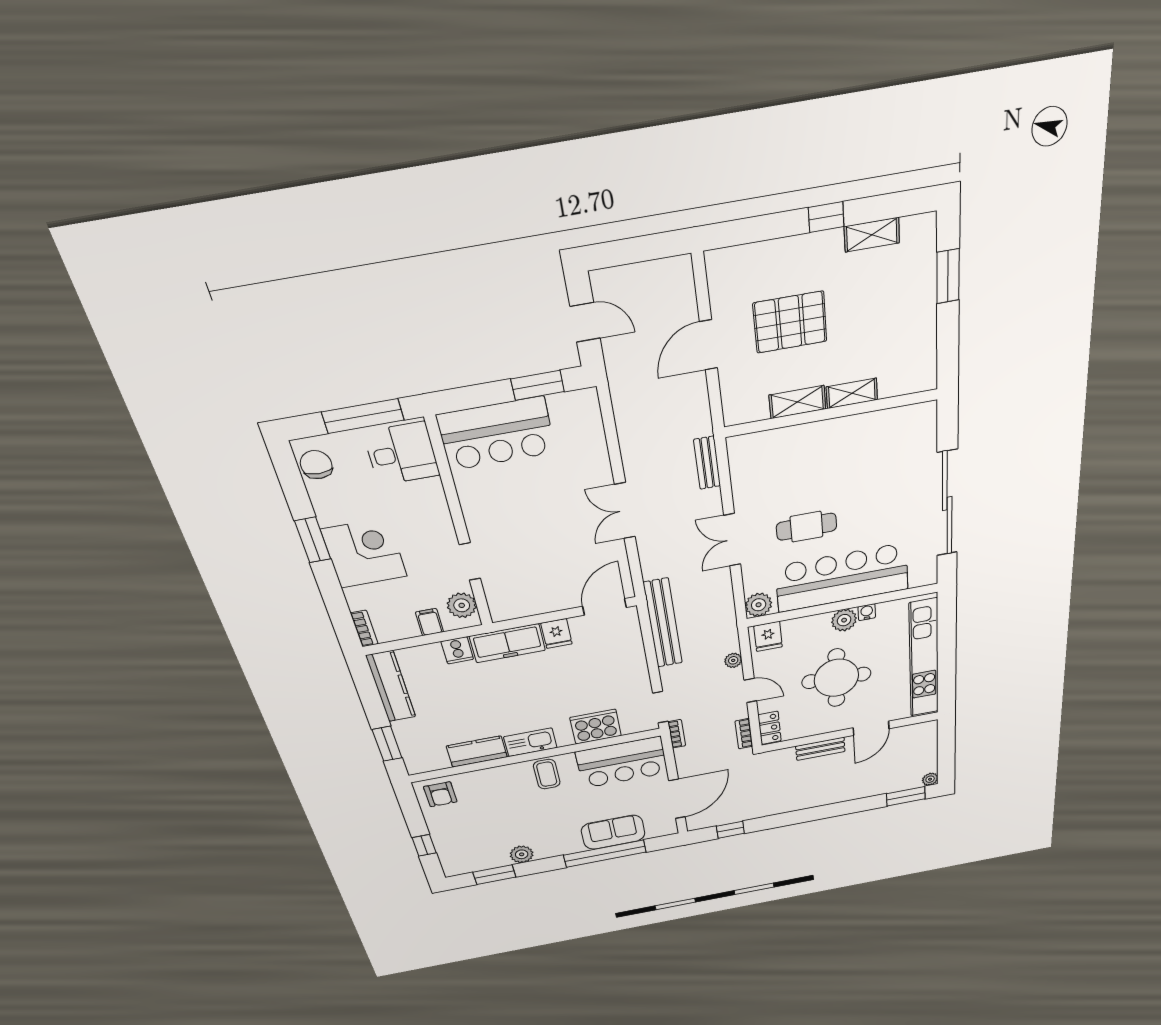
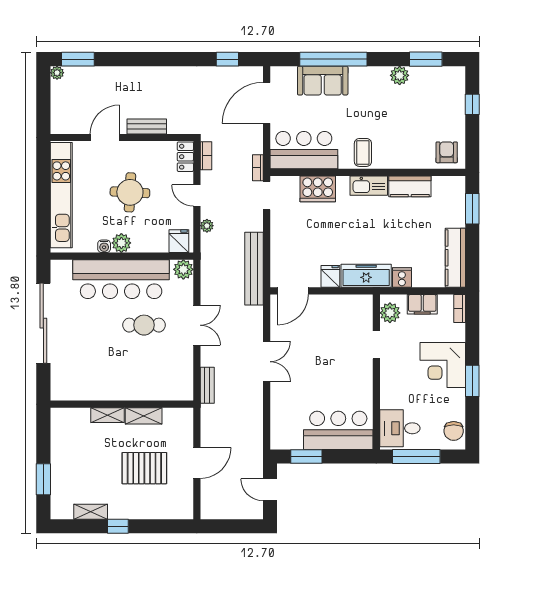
filing cabinet: (429, 622) -> (422, 304), width x2.00
round table: (836, 678) -> (130, 192), width x0.73, depth x0.73

